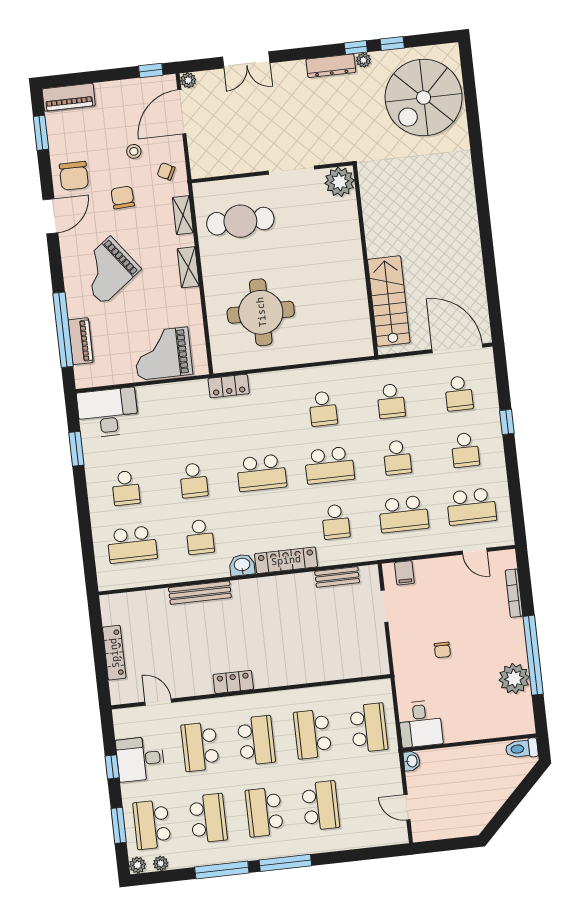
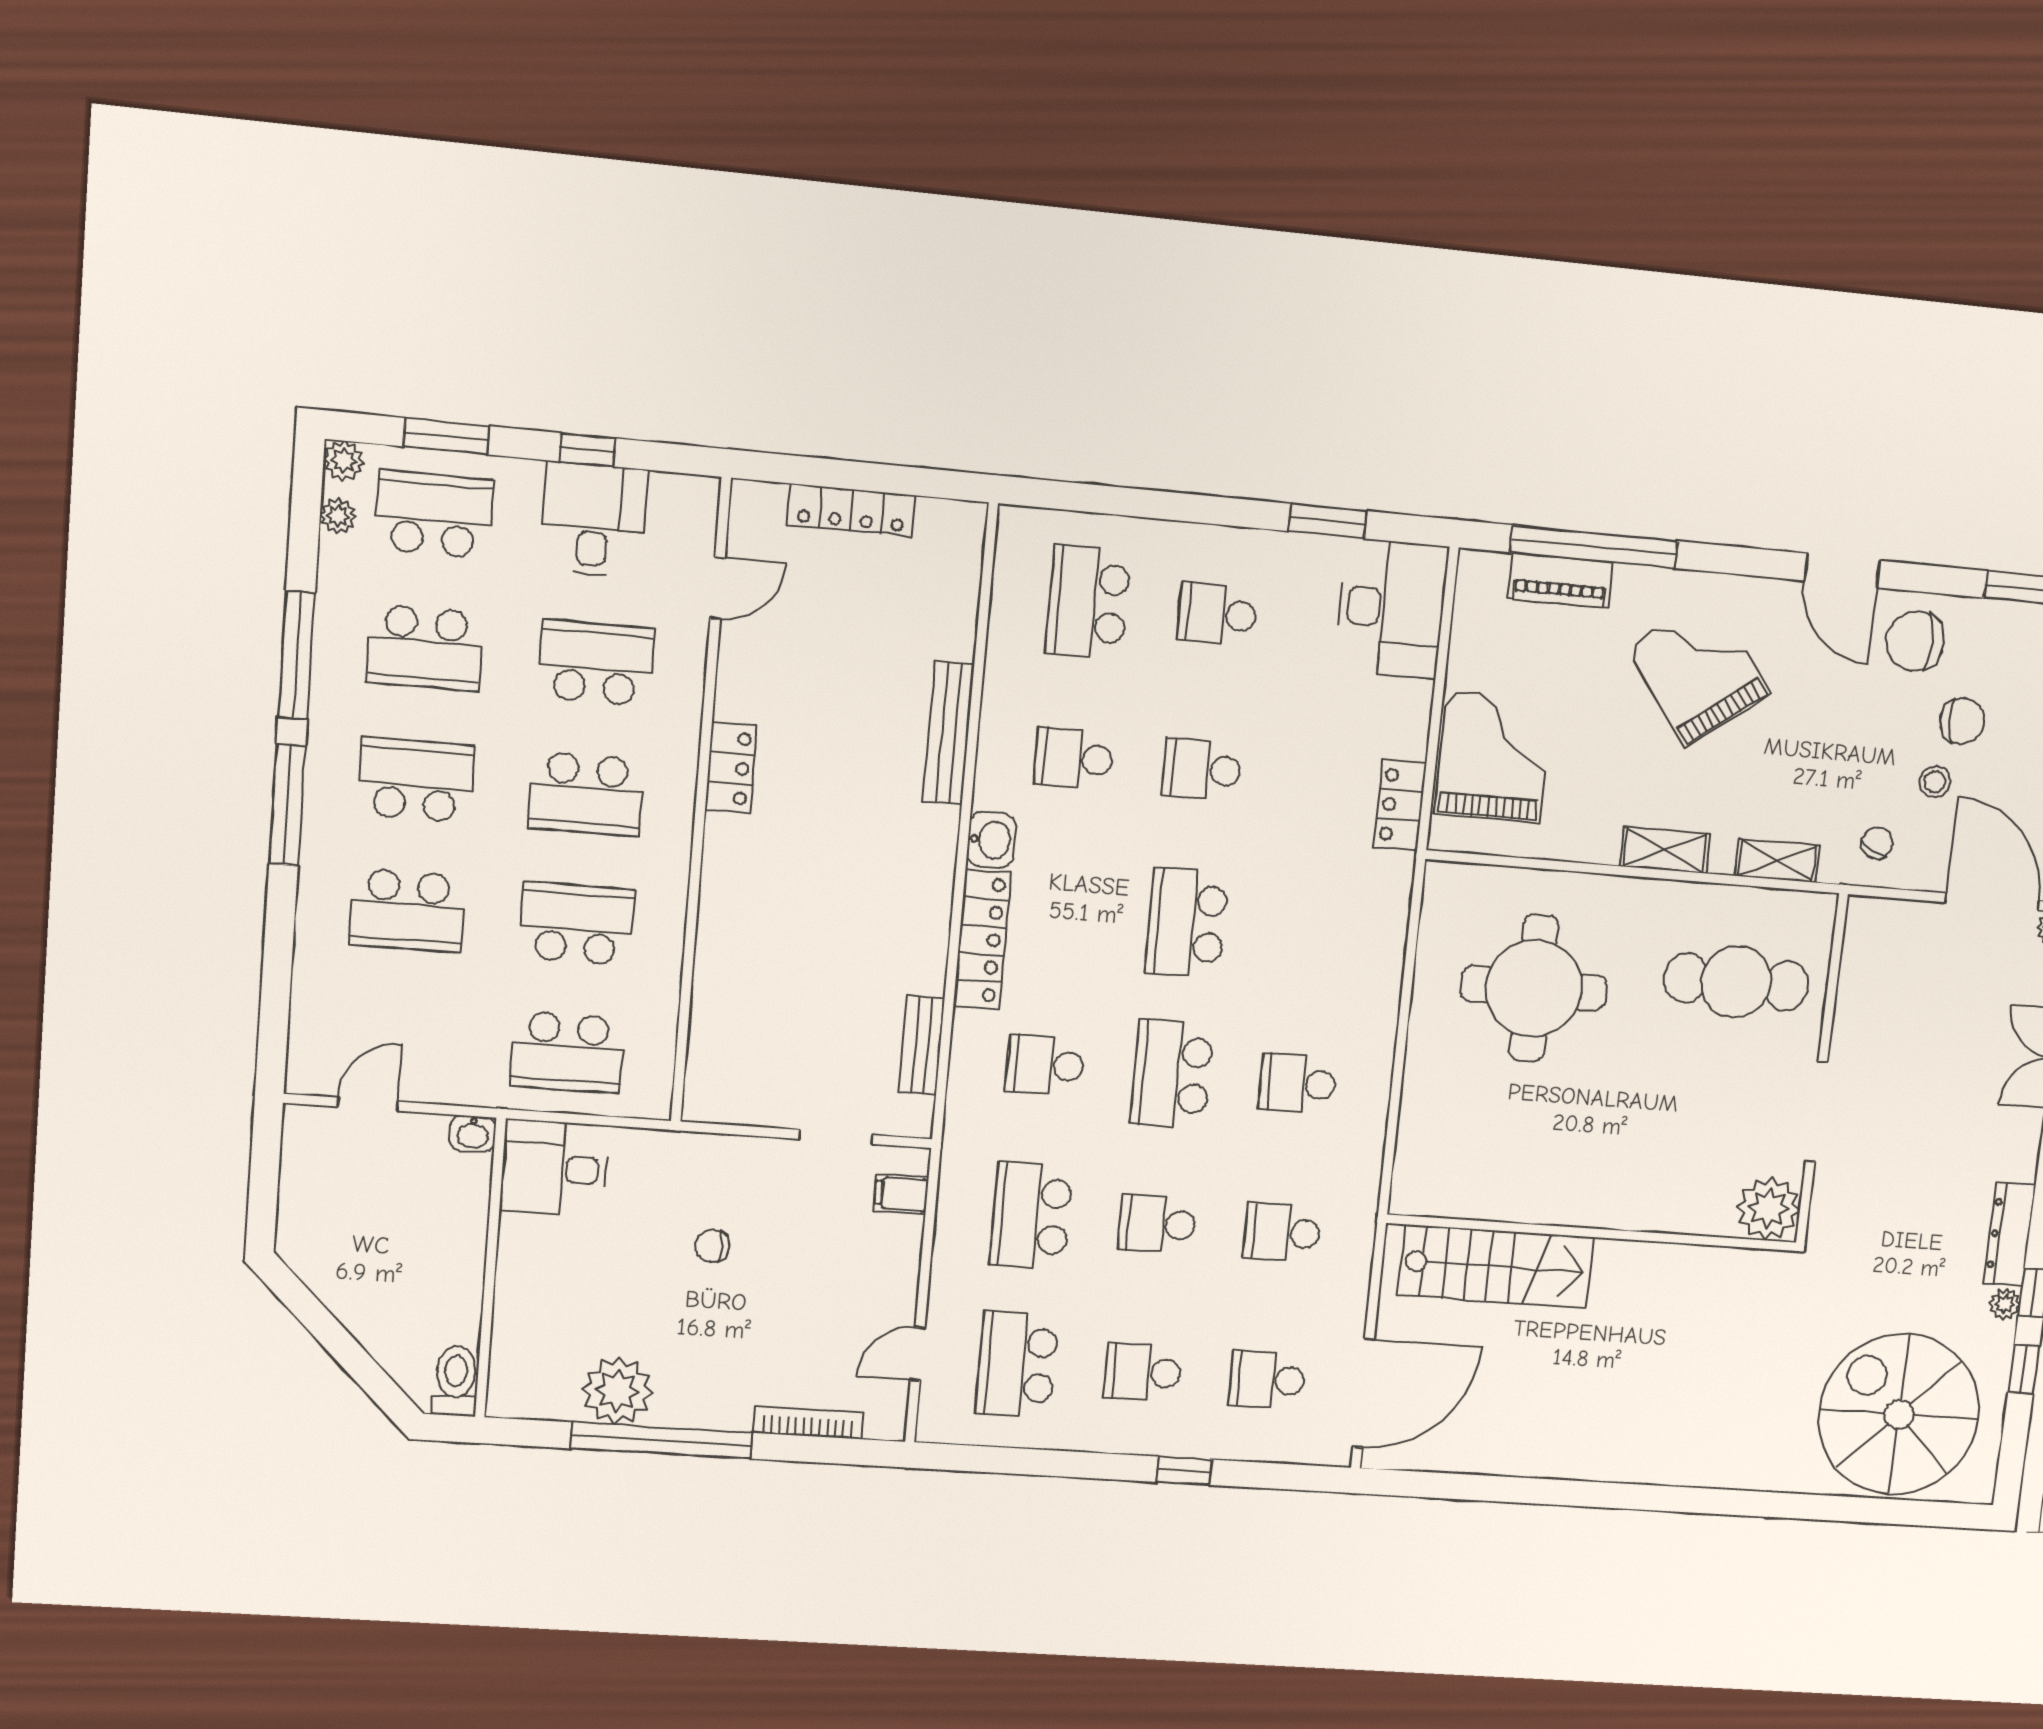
chair: (123, 197) -> (1962, 721), moved
cafe table: (240, 221) -> (1736, 982), turned 90
locker: (229, 386) -> (1400, 805), moved

